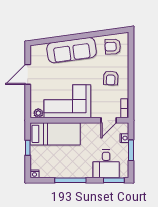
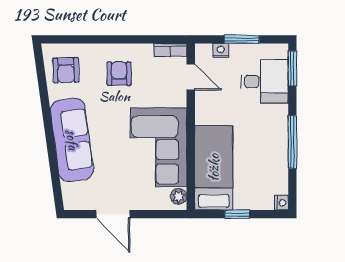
armchair: (111, 78) -> (119, 74), turned -92

